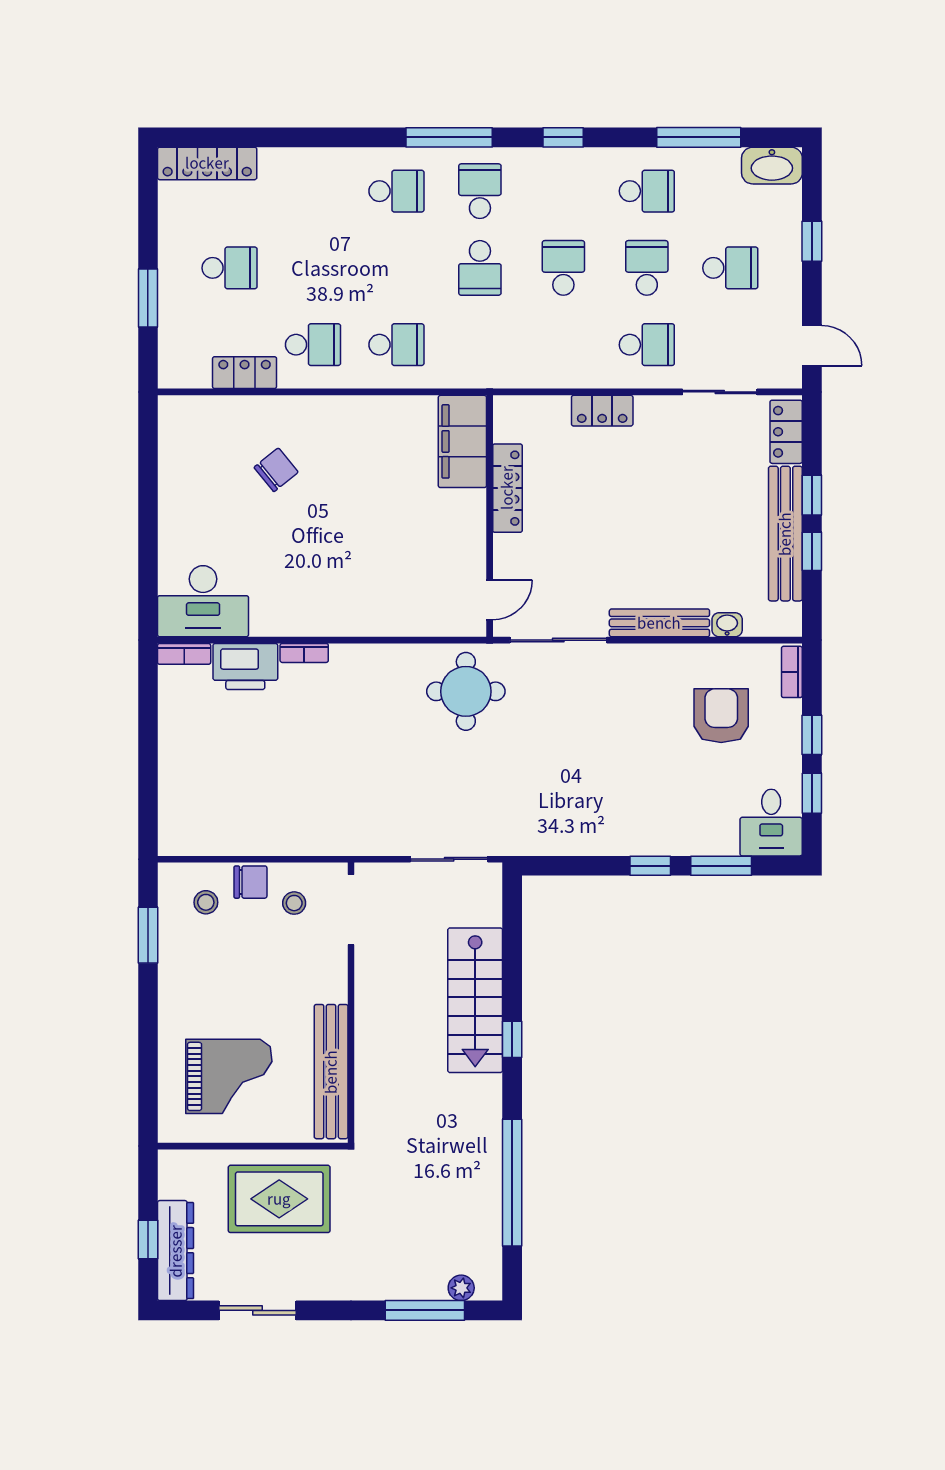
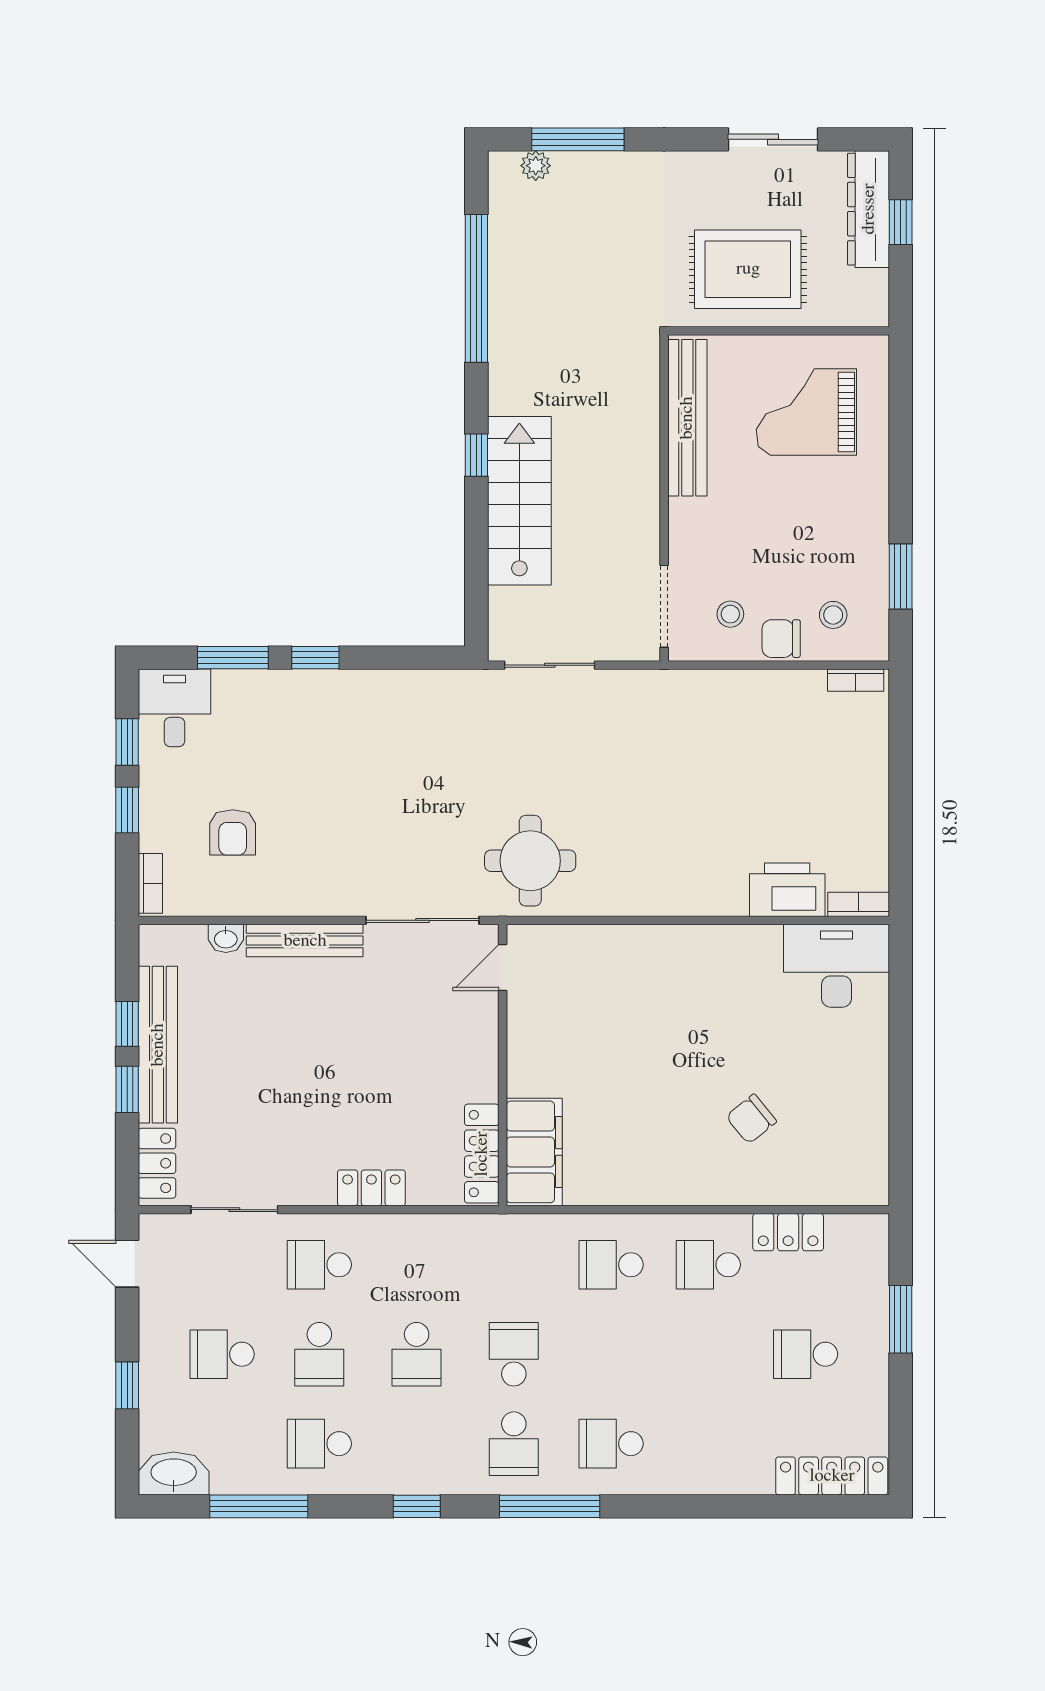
locker: (507, 488) -> (482, 1154), moved
bookcase: (304, 653) -> (856, 680), moved, turned 180
armchair: (721, 716) -> (233, 832), width x0.72, depth x0.72

